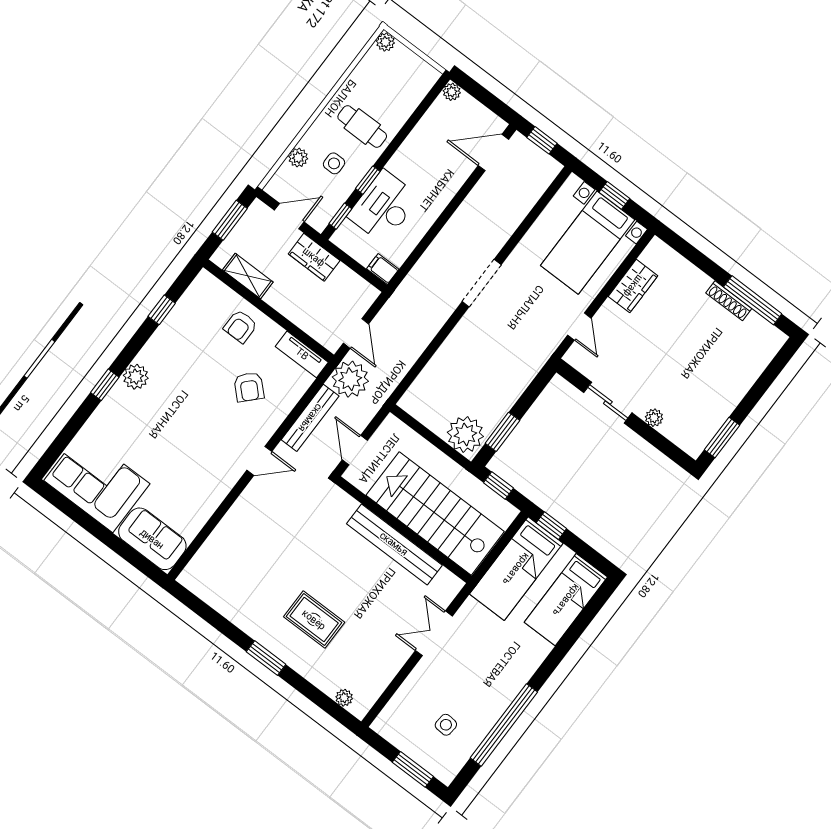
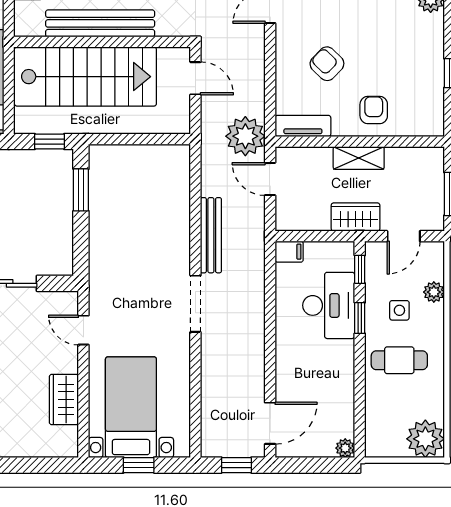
plant: (385, 42) -> (425, 439), width x1.88, depth x1.88
shelving: (248, 276) -> (359, 158), moved
bench: (310, 418) -> (211, 235), moved
plant: (465, 434) -> (111, 164), removed

